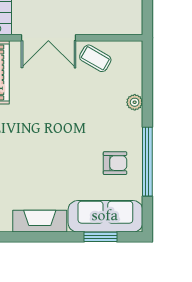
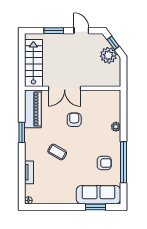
coffee table: (95, 58) -> (57, 152), moved
armchair: (65, 91) -> (74, 120), added
fireplace: (40, 221) -> (59, 198), removed

